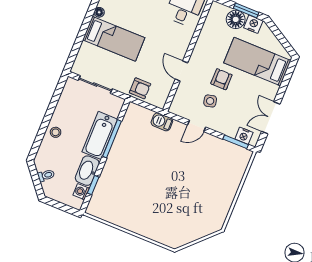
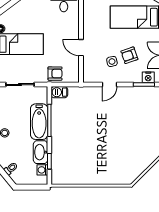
armchair: (221, 79) -> (129, 55), moved, turned -109
barbecue: (162, 122) -> (59, 92), moved

